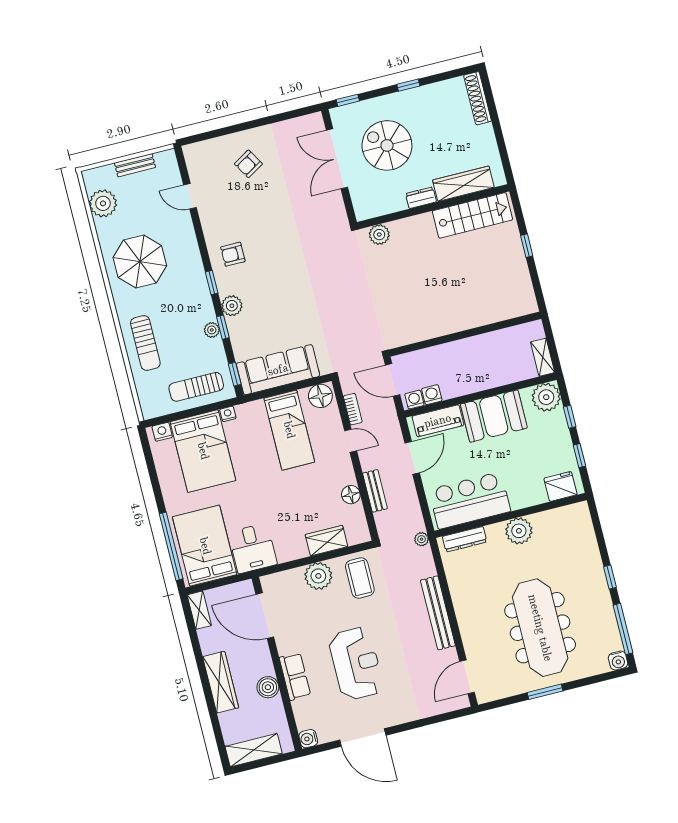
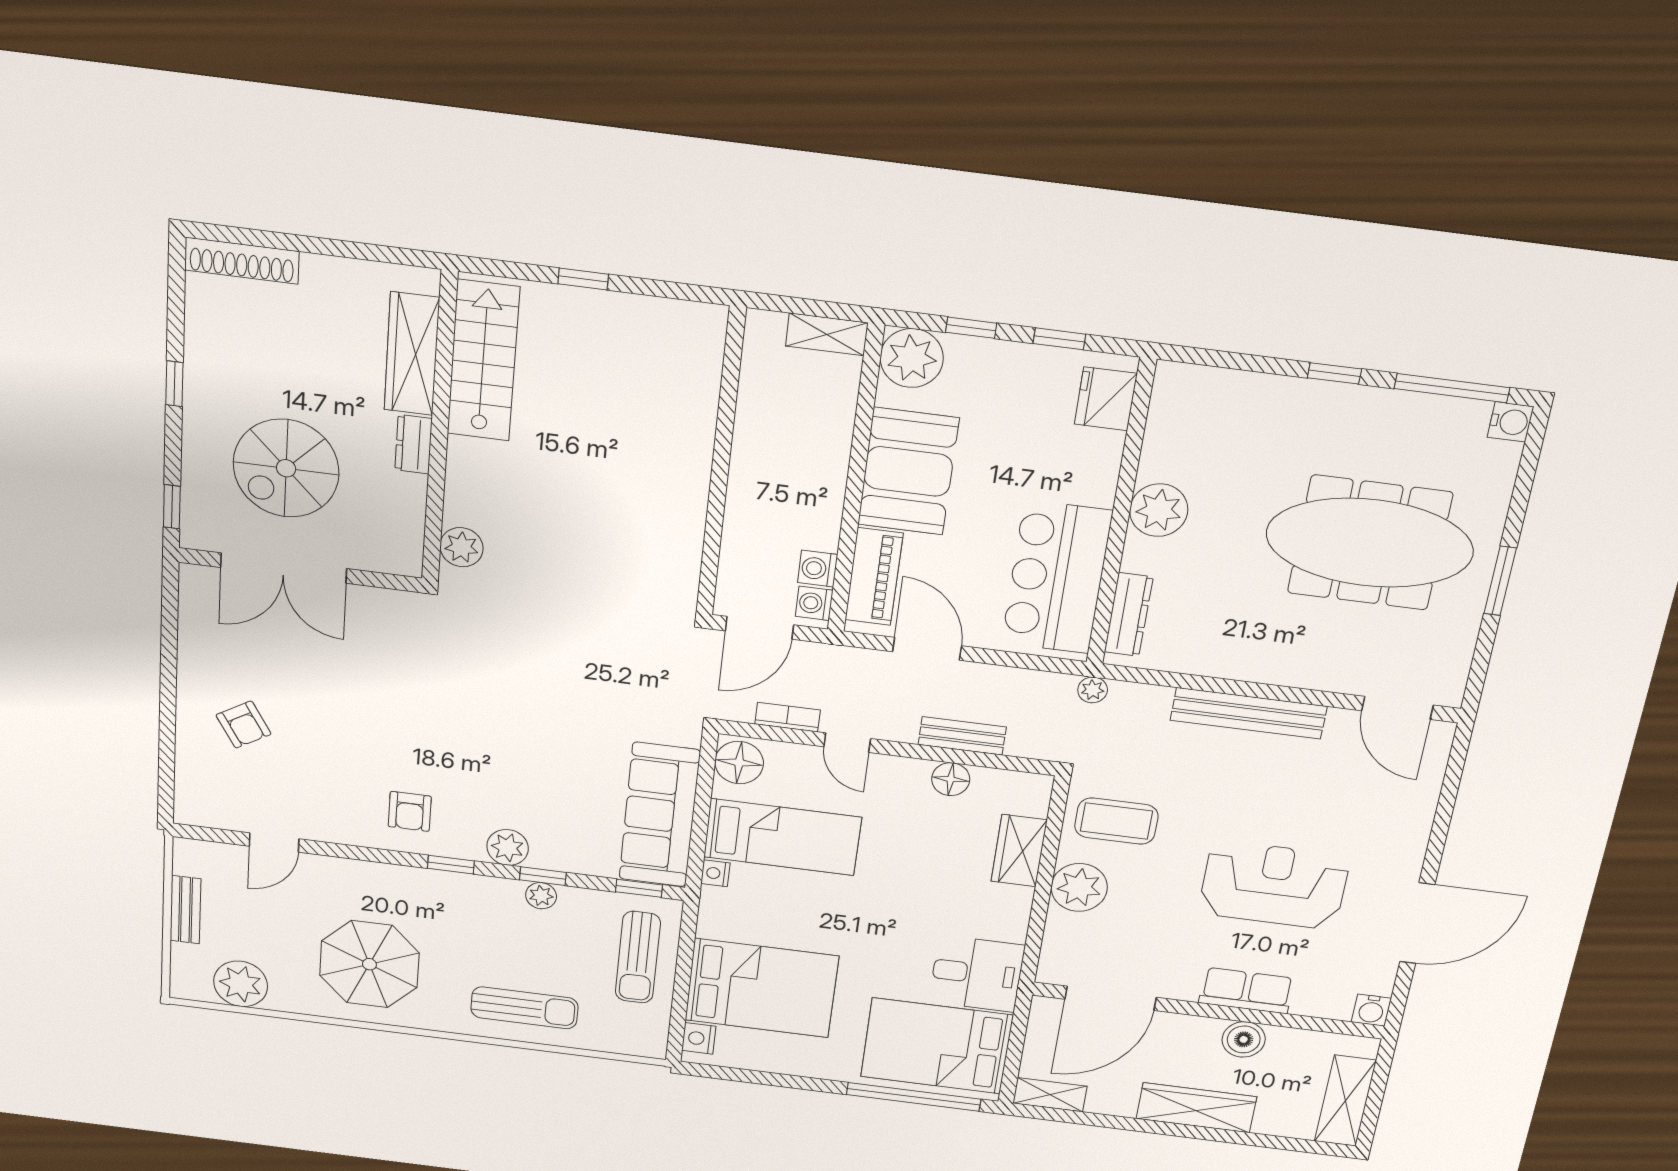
nightstand: (228, 414) -> (715, 873), moved
door: (351, 441) -> (847, 743), swing flipped

